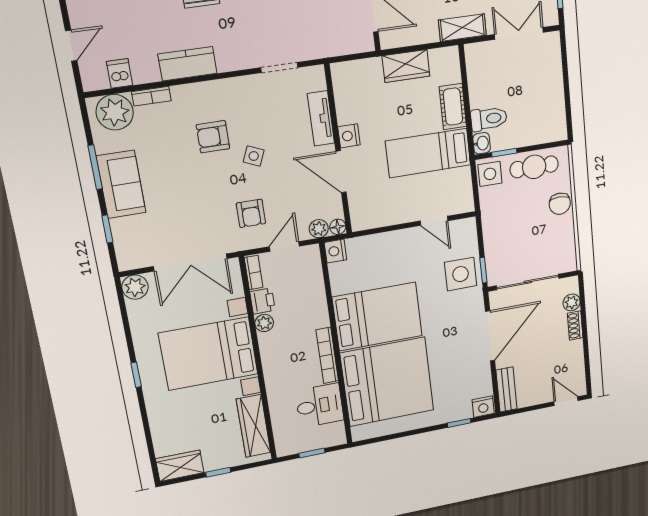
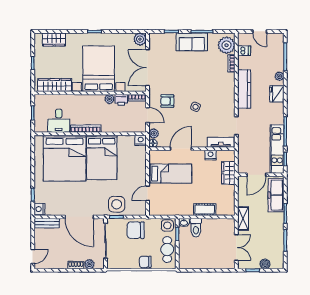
kitchen counter: (187, 64) -> (244, 89), width x1.50
wardrobe: (406, 66) -> (228, 173), moved
tv unit: (321, 118) -> (221, 142), moved
nightstand: (349, 136) -> (211, 155), moved
armchair: (213, 137) -> (208, 89), removed
bed: (428, 153) -> (170, 174), moved, turned 90
chair: (504, 231) -> (136, 230), added
wardrobe: (180, 466) -> (54, 39), moved, turned 90

